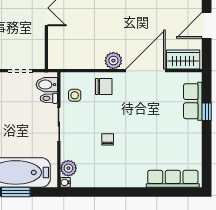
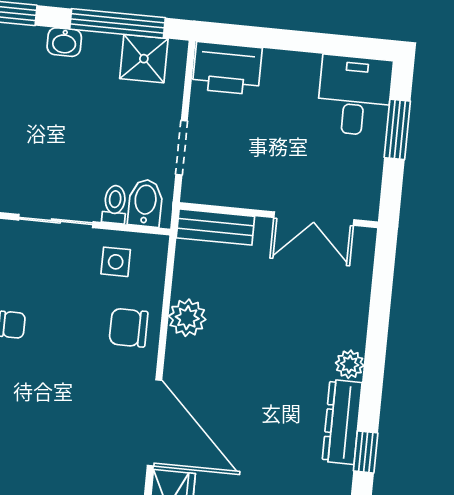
bench: (55, 52) -> (215, 227), added
plant: (113, 61) -> (187, 318), moved
chair: (104, 87) -> (129, 328), turned 90

